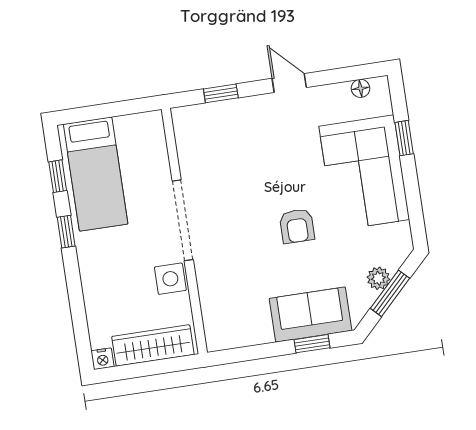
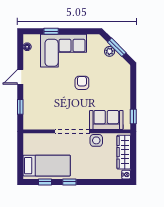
armchair: (297, 226) -> (82, 83), turned -90
sofa: (311, 315) -> (106, 120), moved, turned 90
window: (312, 344) -> (133, 116), moved

